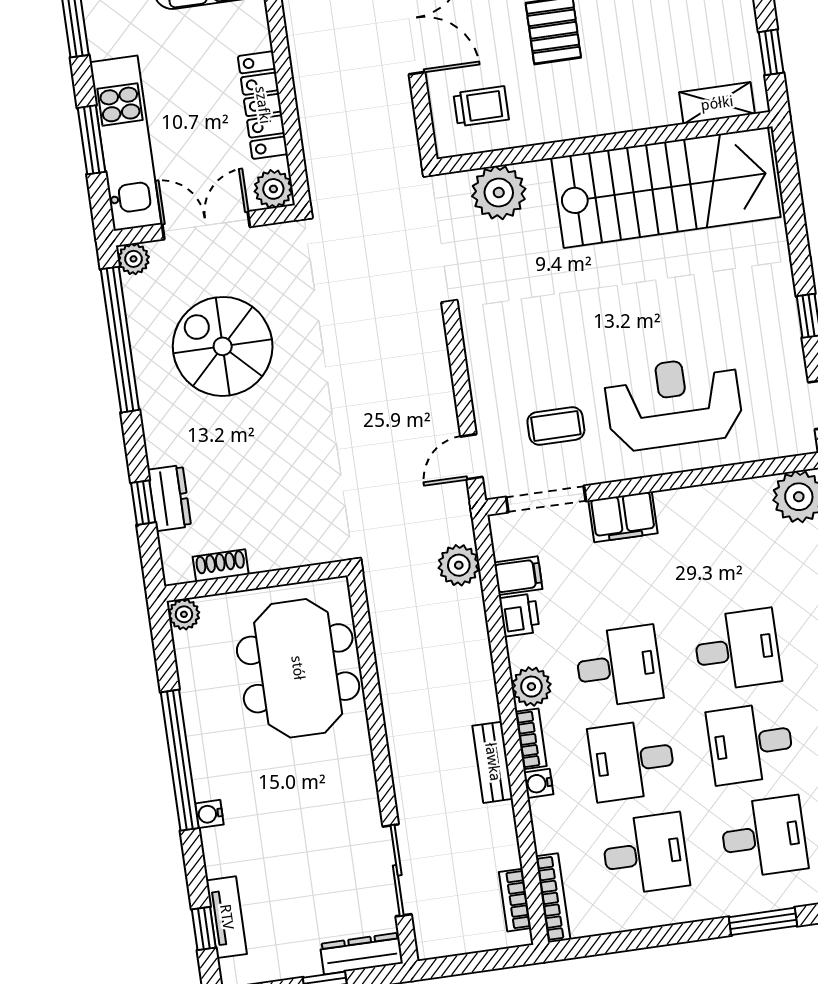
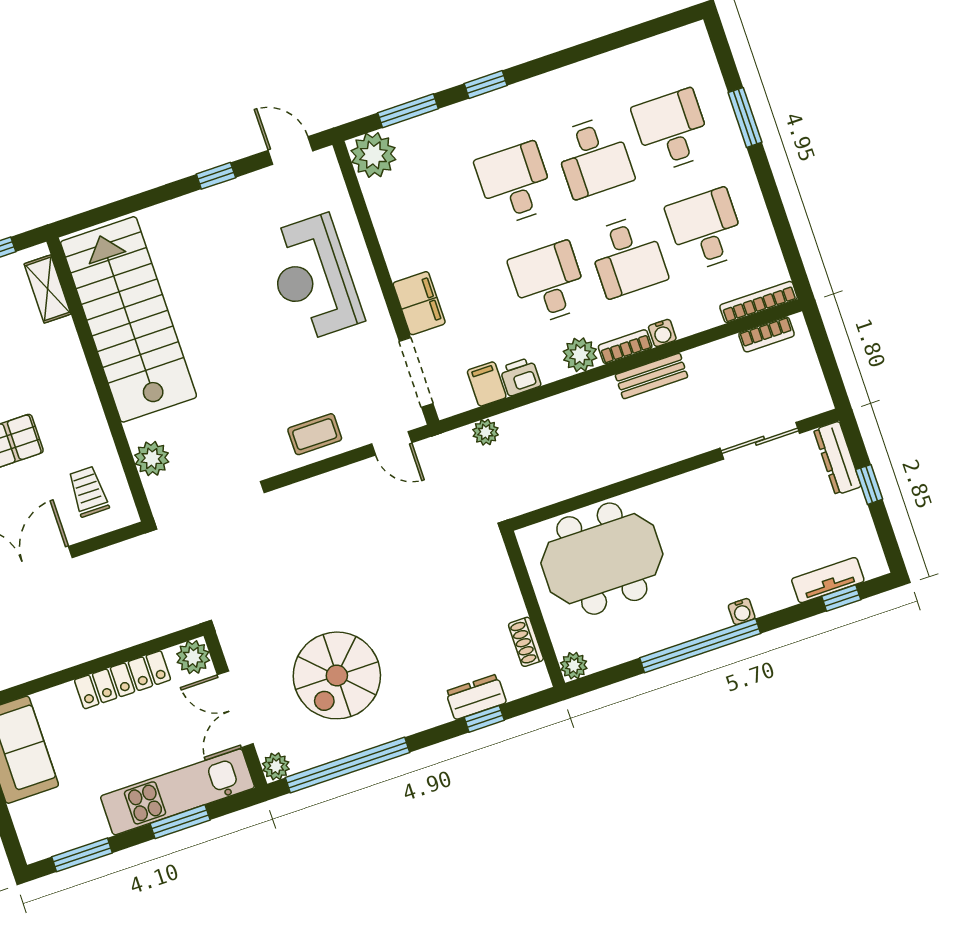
plant: (499, 193) -> (152, 459), width x0.73, depth x0.73
coffee table: (556, 426) -> (315, 434), moved, turned 90
plant: (459, 565) -> (486, 432), width x0.73, depth x0.73

